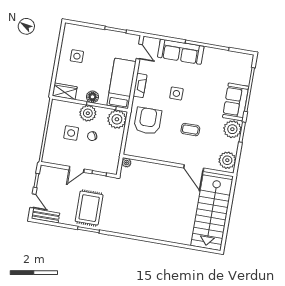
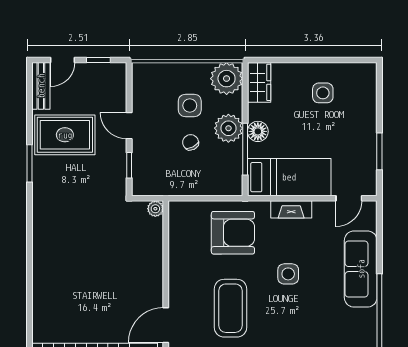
plant: (117, 119) -> (227, 79), moved
coffee table: (190, 130) -> (230, 308), width x1.86, depth x1.72
rug: (89, 208) -> (65, 135), moved

